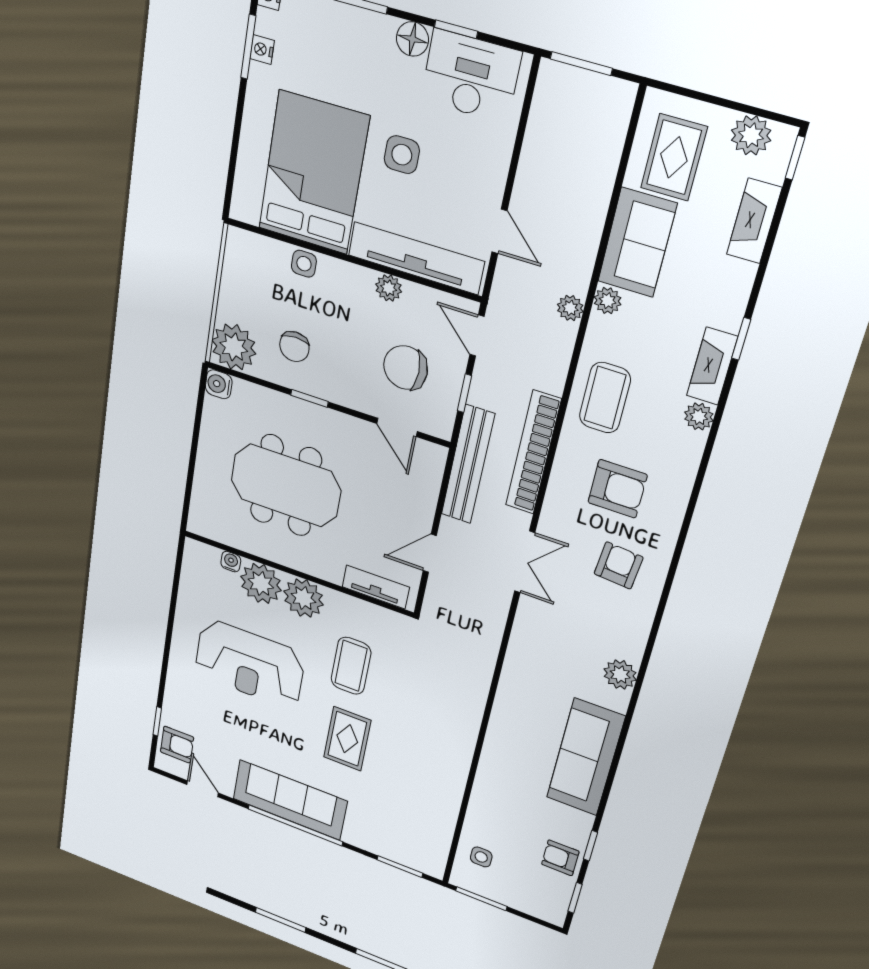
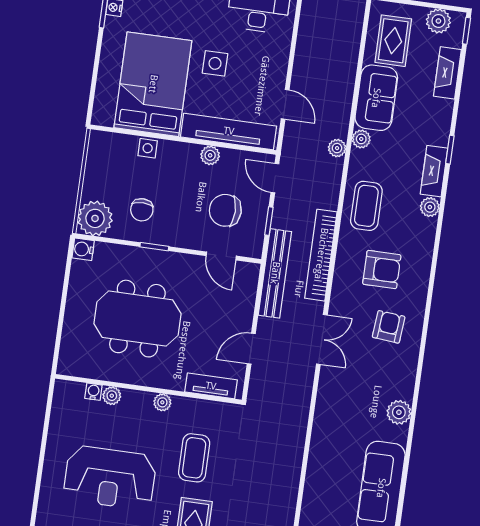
plant: (261, 584) -> (112, 396), width x0.53, depth x0.53
plant: (303, 598) -> (162, 402), width x0.53, depth x0.53

